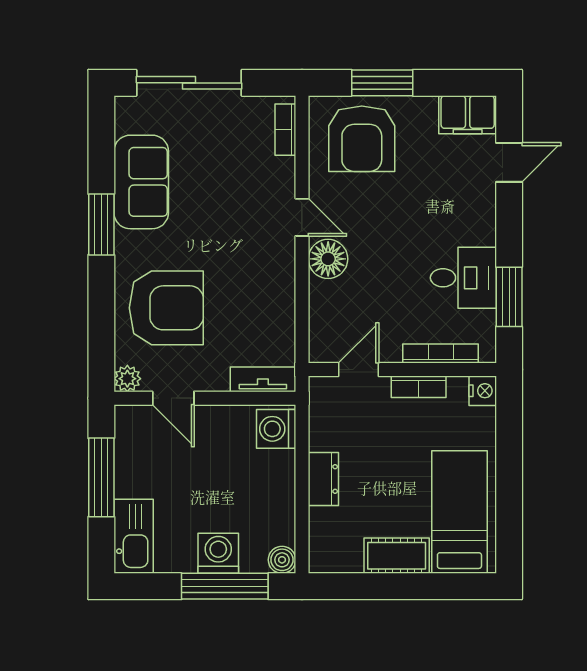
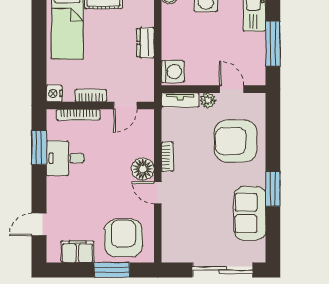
filing cabinet: (468, 115) -> (78, 252), moved
bookcase: (285, 130) -> (167, 157), moved
plant: (127, 379) -> (208, 100), moved

